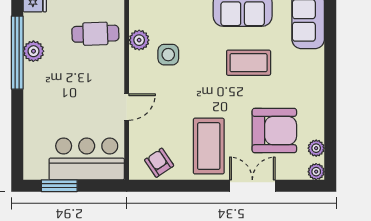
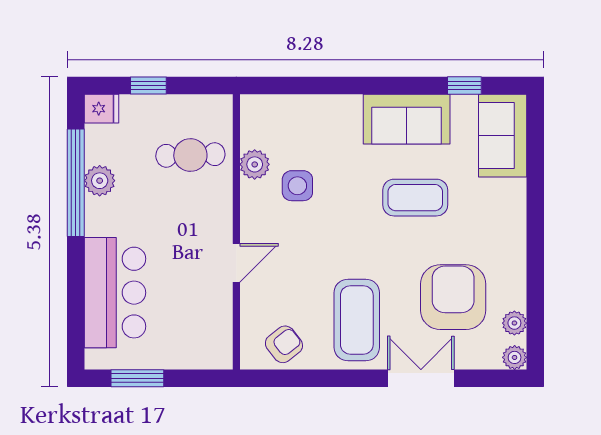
armchair: (274, 131) -> (453, 297), turned -90
bar counter: (87, 159) -> (115, 293), moved, turned 90
armchair: (159, 163) -> (284, 344), turned 86

